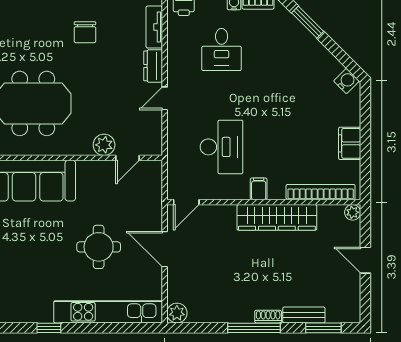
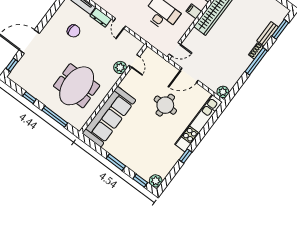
chair: (85, 32) -> (74, 31), moved
door: (186, 202) -> (175, 49), hinge flipped

